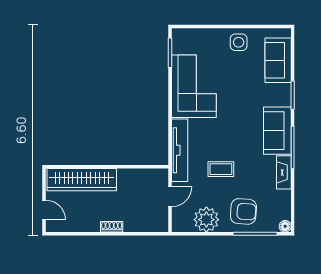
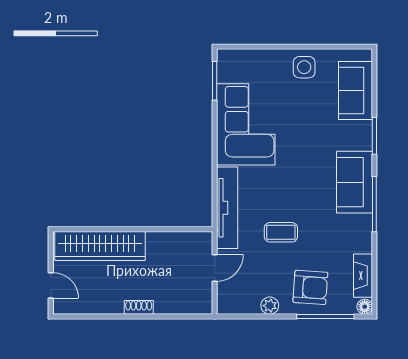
fireplace: (284, 172) -> (363, 276), moved
plant: (206, 220) -> (270, 306), width x0.53, depth x0.53

